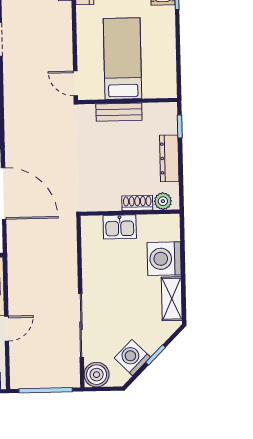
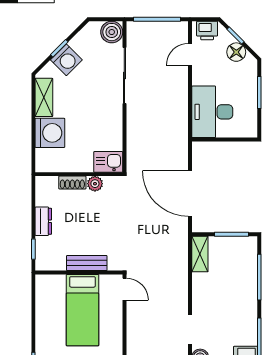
dresser: (169, 158) -> (43, 221), width x0.70
plant: (163, 201) -> (95, 184), moved
kitchen sink: (120, 227) -> (108, 162), moved
door: (7, 329) -> (190, 54), moved
washing machine: (132, 358) -> (66, 60), moved

